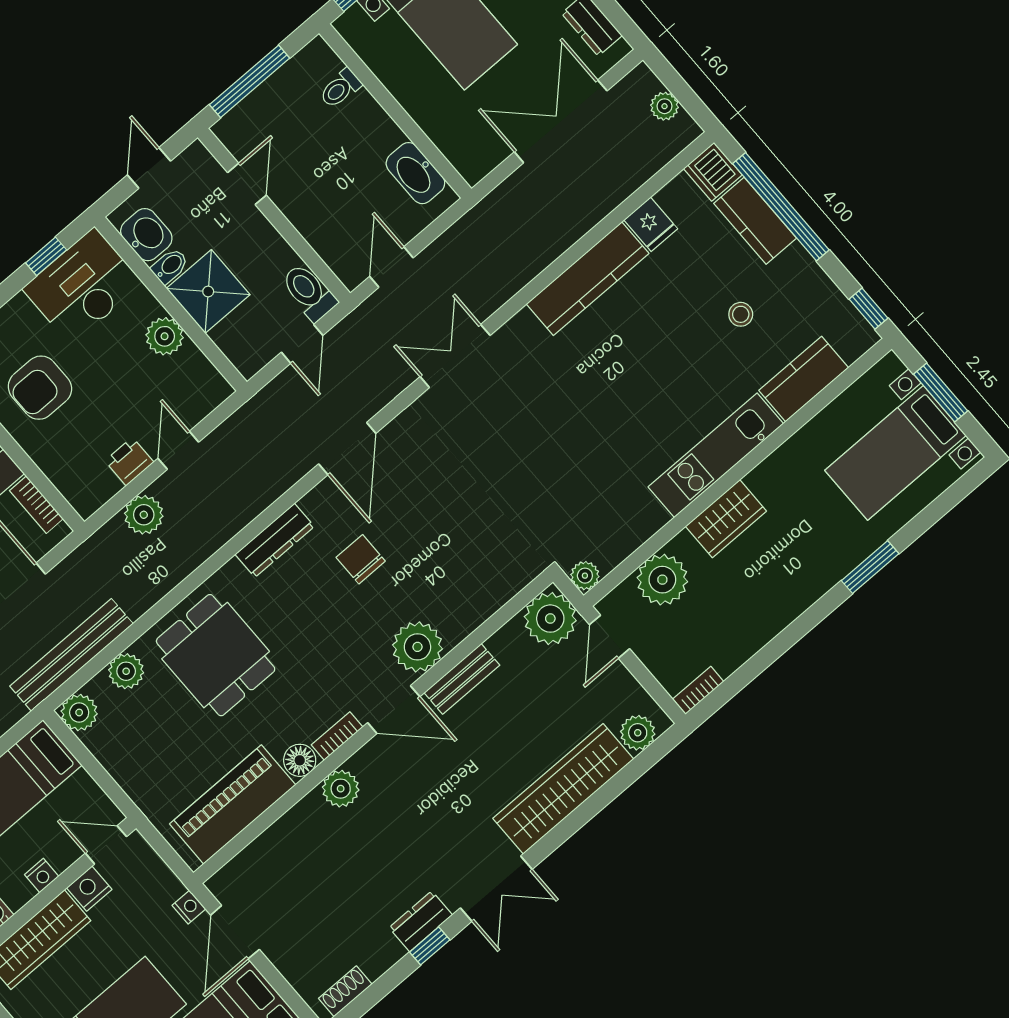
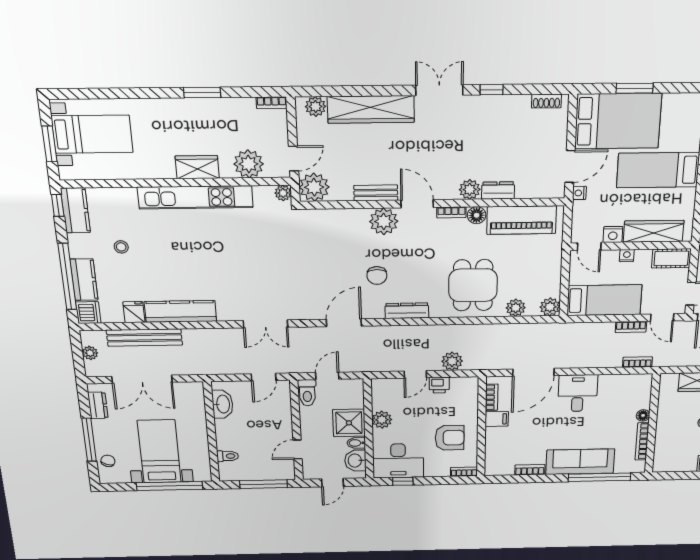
kitchen counter: (804, 379) -> (75, 210), moved, turned -90
kitchen unit: (716, 455) -> (195, 197), width x1.36
window: (870, 567) -> (202, 93), moved
bench: (71, 655) -> (144, 338), moved
dresser: (421, 921) -> (498, 190), moved, turned 180

